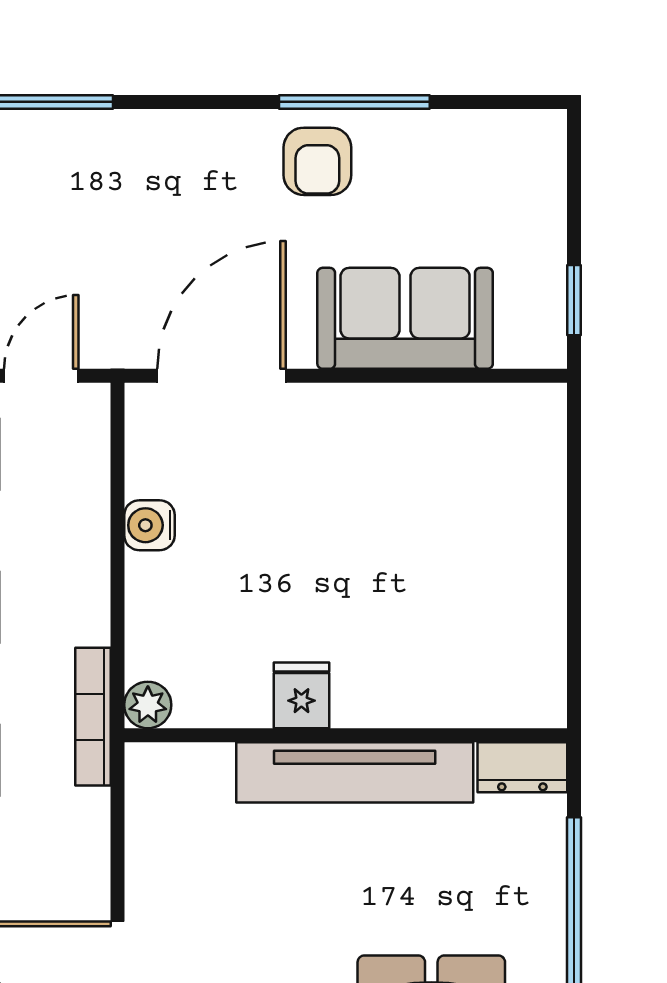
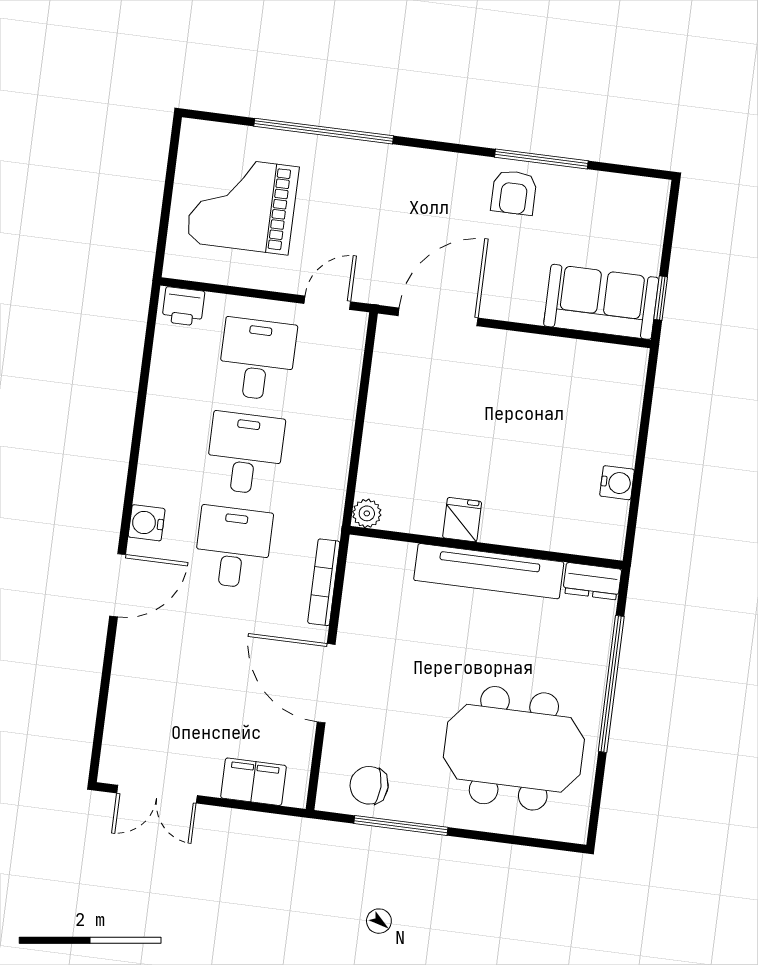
sofa: (405, 318) -> (601, 302), moved
water cooler: (149, 525) -> (617, 483), moved, turned 180
bookcase: (93, 717) -> (324, 582), moved

